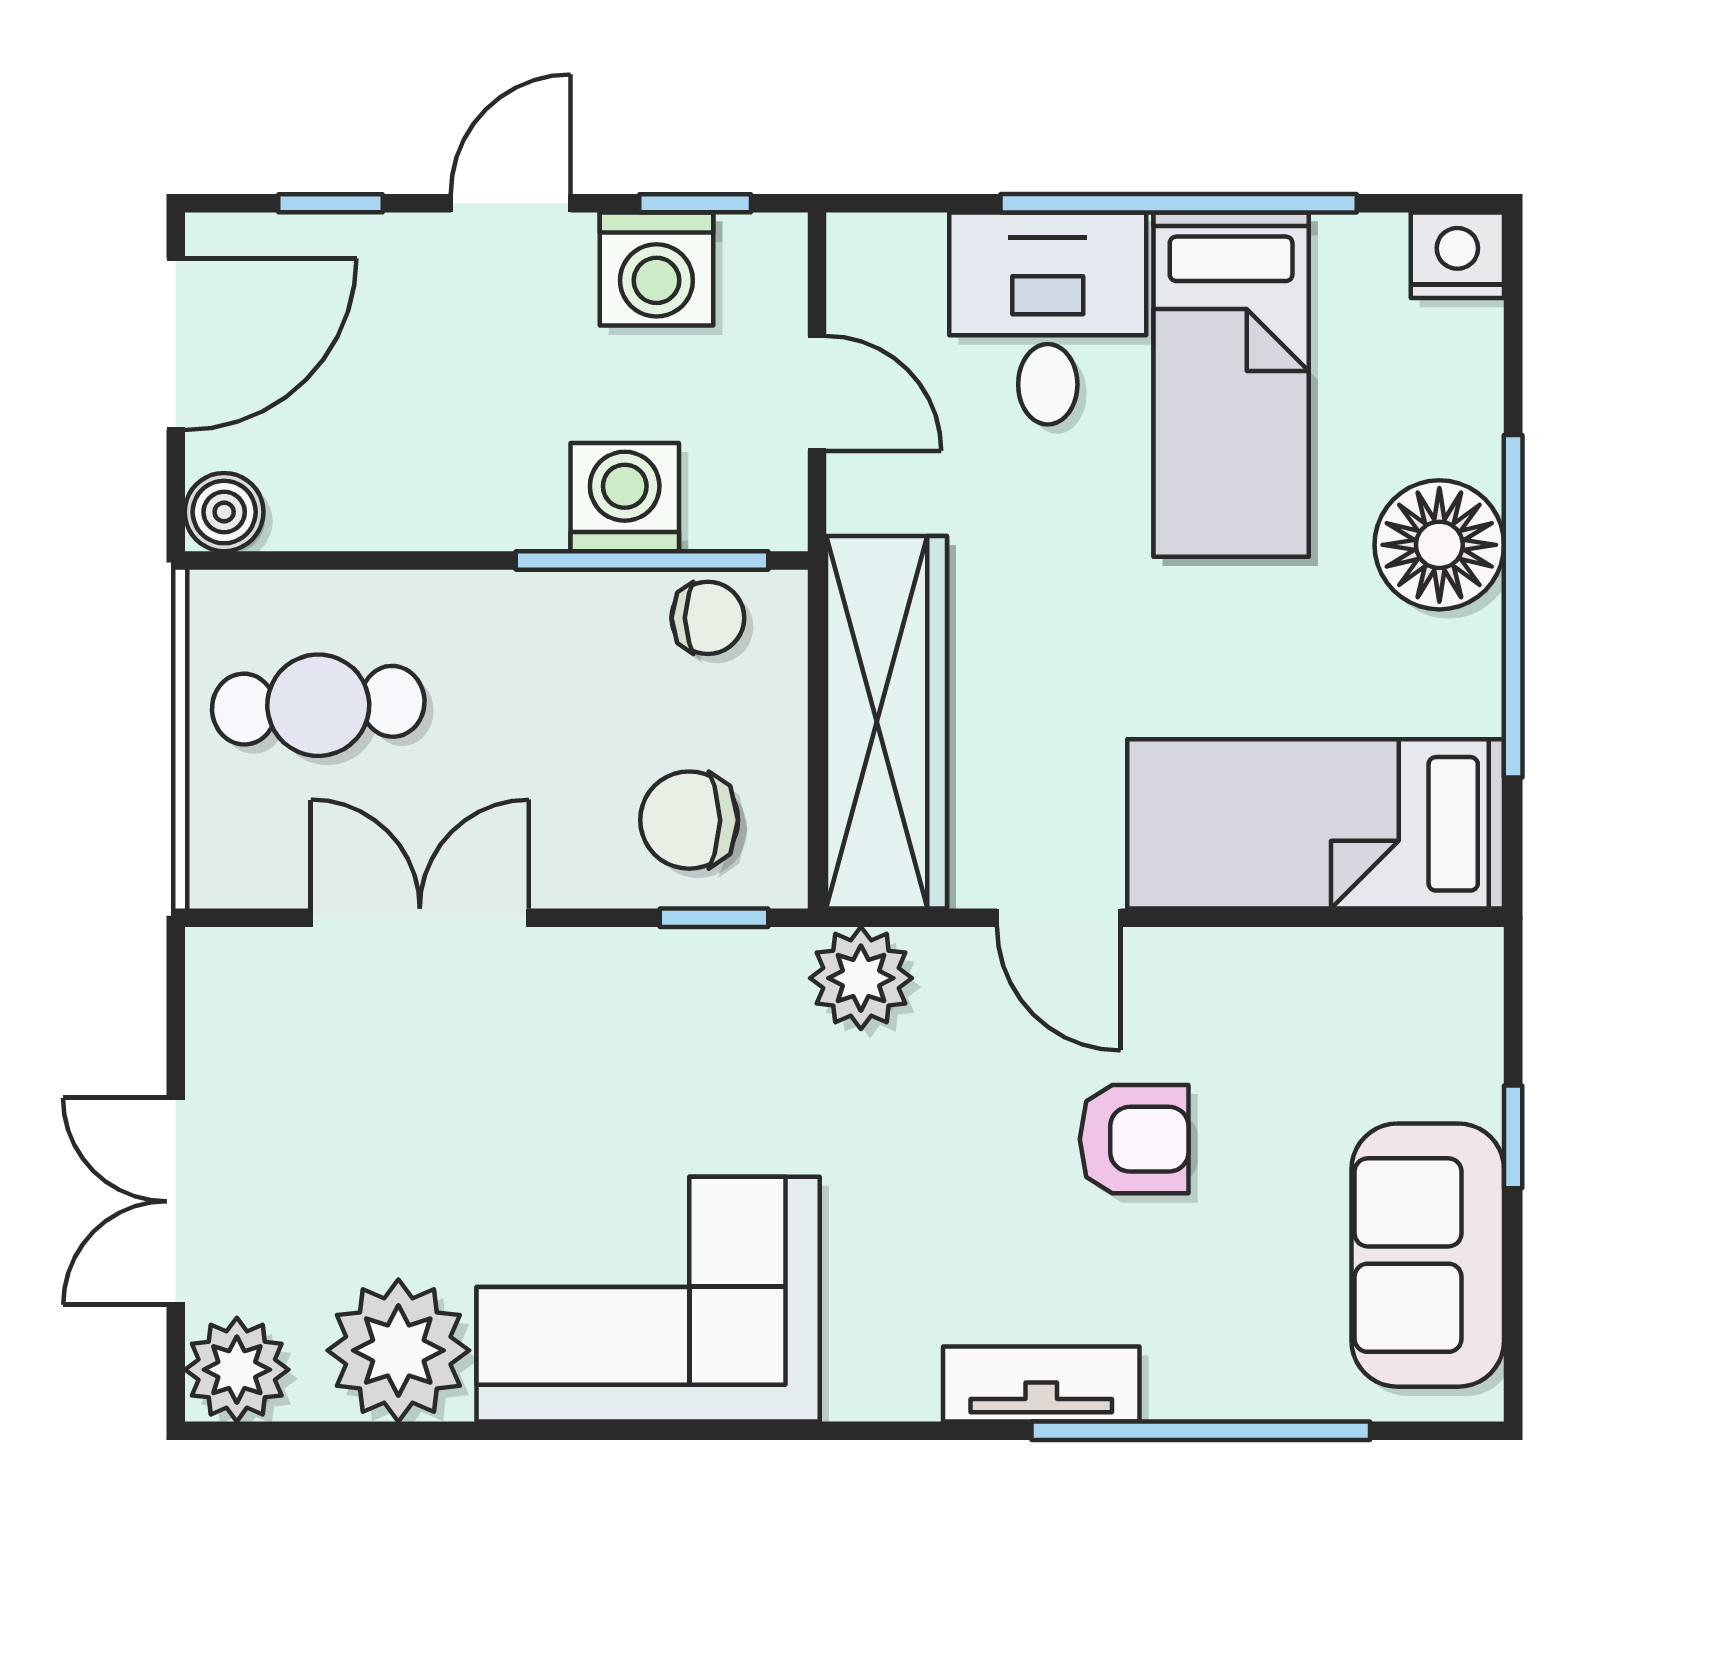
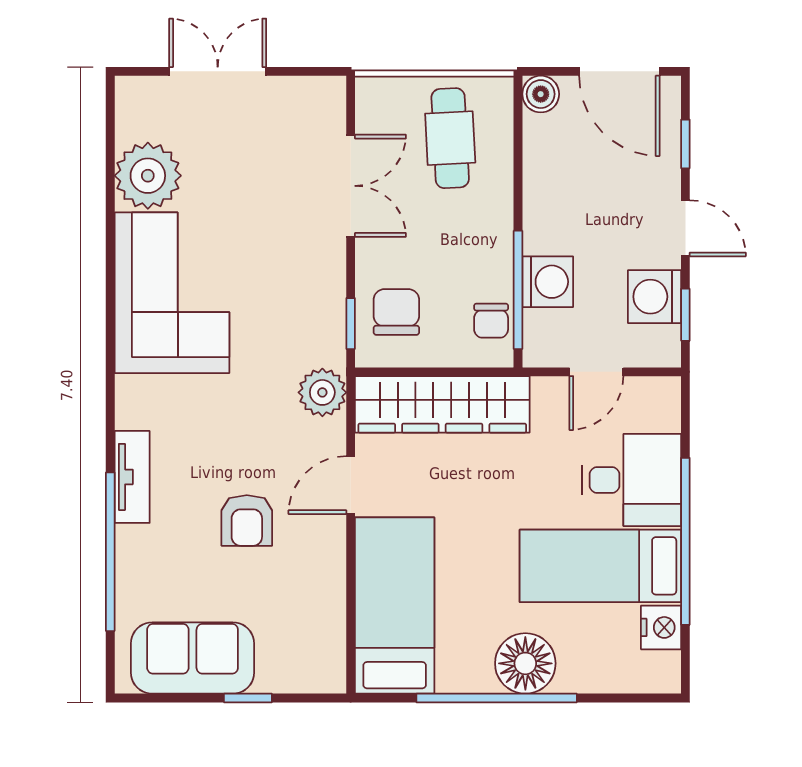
nightstand: (1457, 255) -> (661, 627), moved
plant: (237, 1370) -> (139, 100), removed

